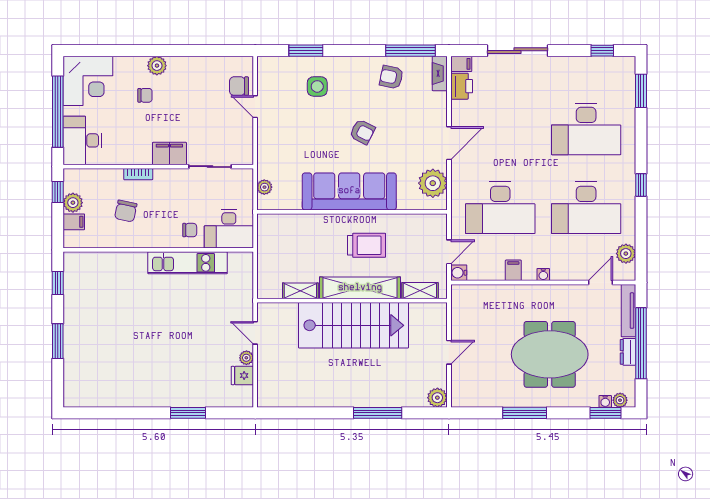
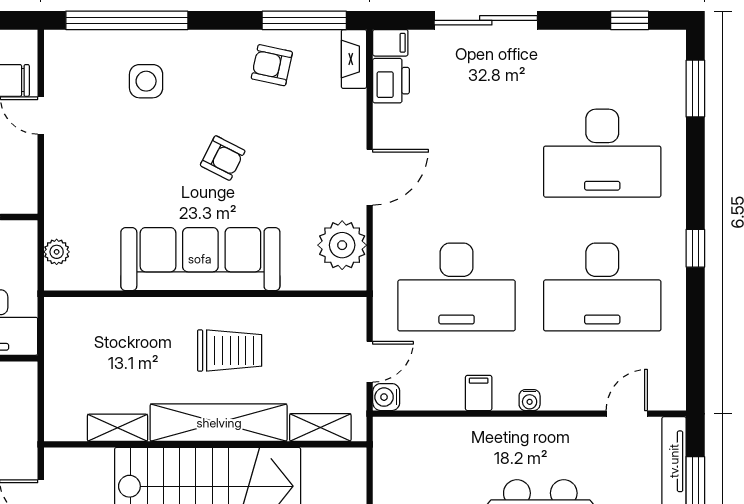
window: (306, 51) -> (127, 20), width x2.11
plant: (626, 254) -> (670, 365), removed

